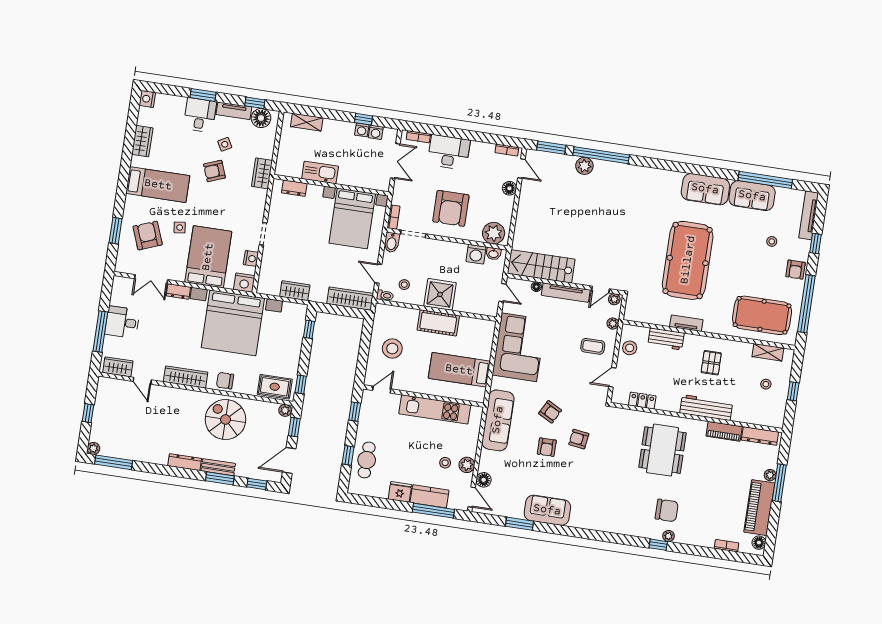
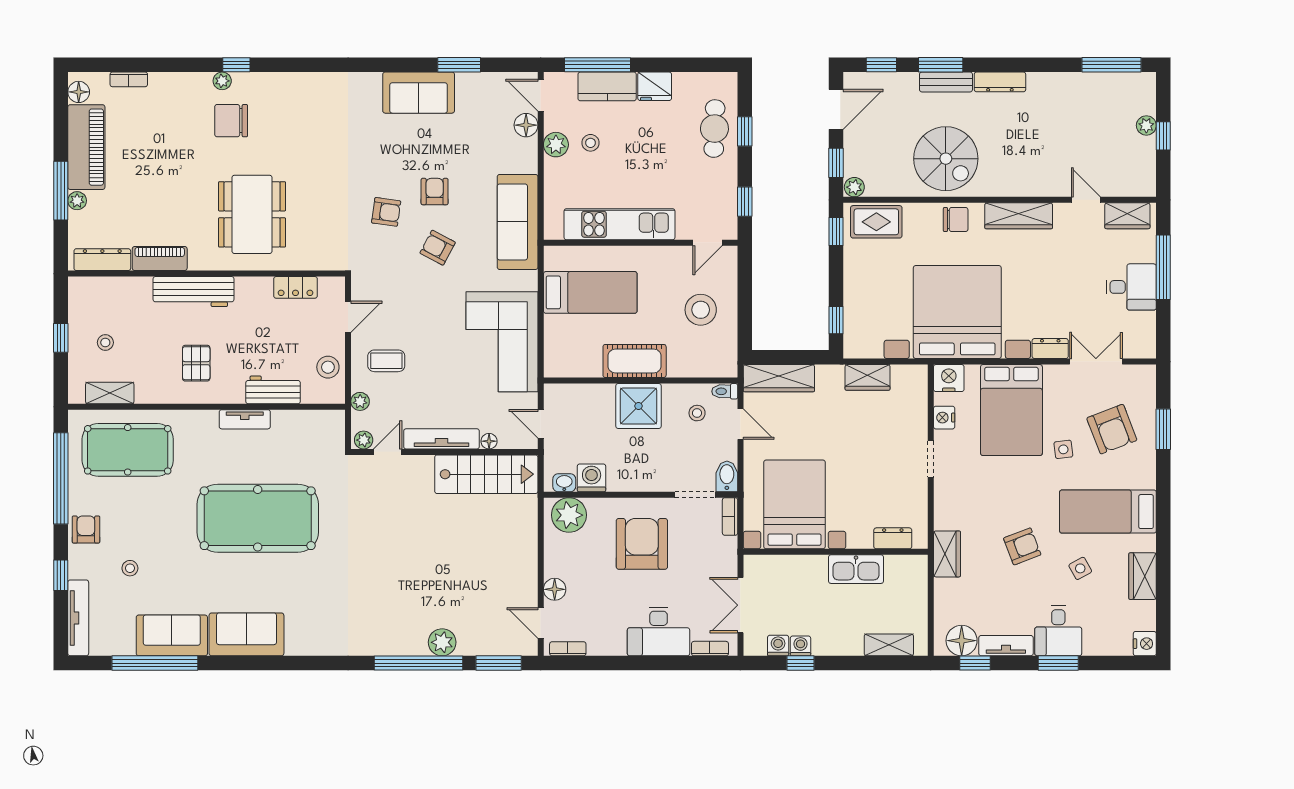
side table: (225, 144) -> (1080, 568), moved
pool table: (688, 260) -> (258, 518), turned 90
plant: (93, 448) -> (1146, 125), moved

